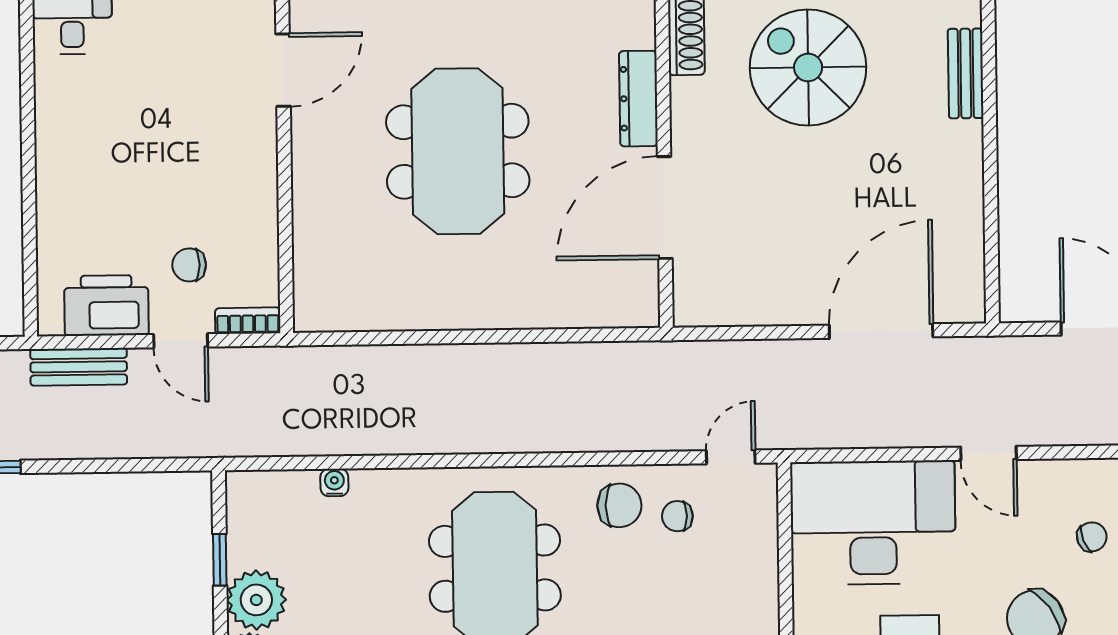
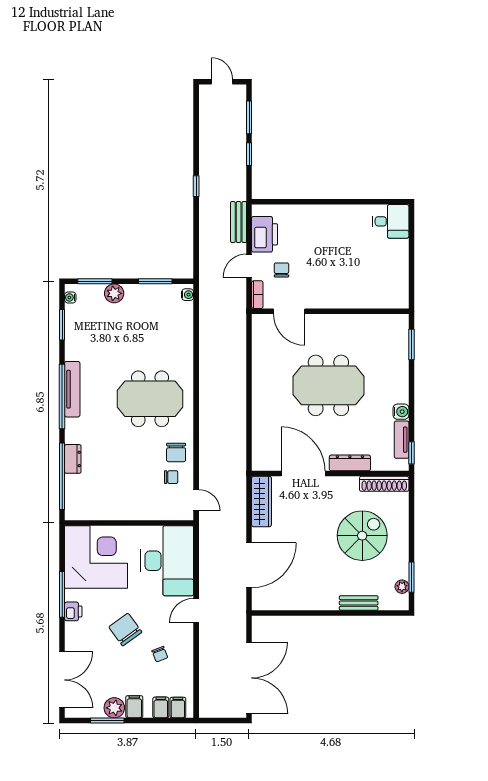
door: (283, 70) -> (289, 311), moved
wardrobe: (731, 304) -> (261, 501), added
door: (881, 331) -> (249, 565), hinge flipped
water cooler: (334, 482) -> (188, 295), moved
chair: (677, 516) -> (171, 477), turned 90
window: (220, 560) -> (155, 281), width x1.50
plant: (256, 600) -> (138, 297), removed

